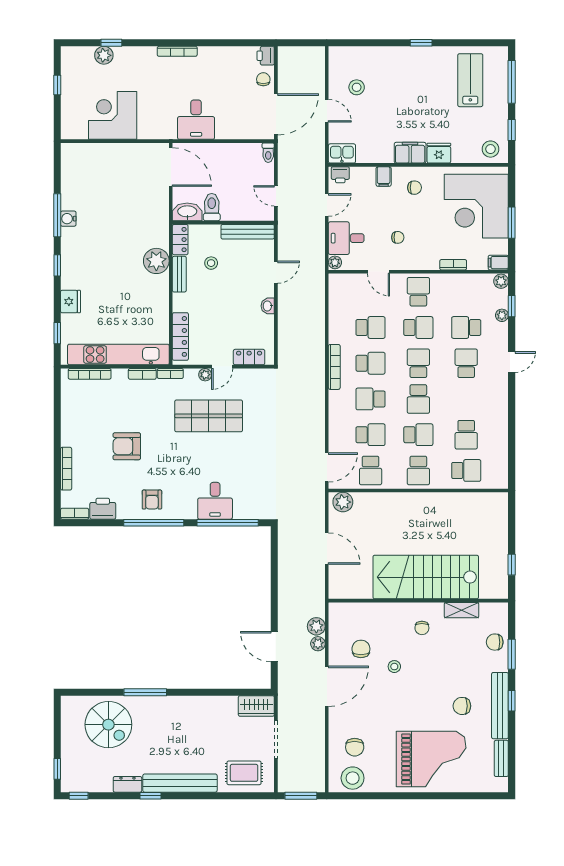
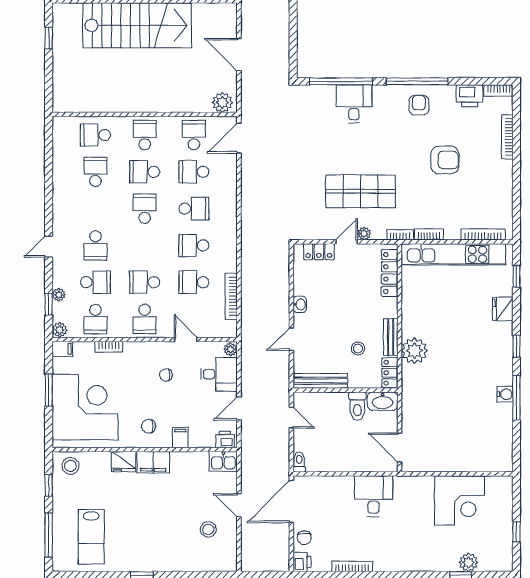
bookcase: (177, 51) -> (352, 567), moved
door: (171, 167) -> (400, 447), width x0.73
school desk: (418, 363) -> (95, 319), moved
bookcase: (334, 367) -> (231, 296), moved

